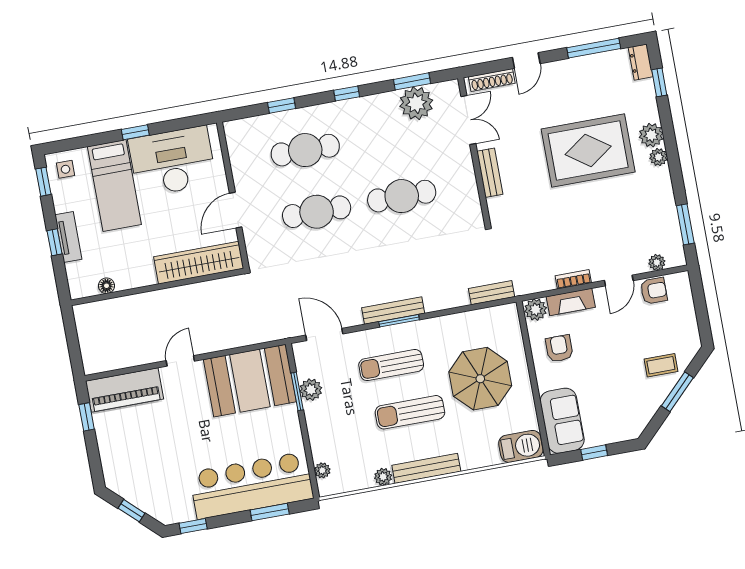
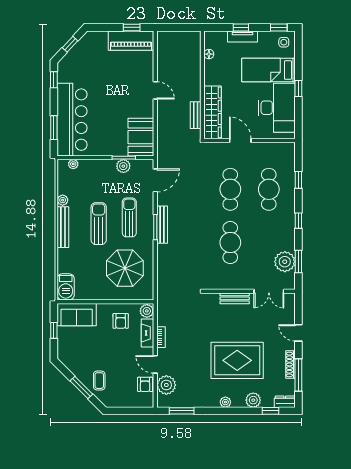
shoe rack: (492, 80) -> (290, 364), moved
plant: (651, 135) -> (253, 400), moved
rug: (588, 150) -> (237, 360), turned 90
plant: (657, 262) -> (166, 385), width x1.87, depth x1.87
bench: (492, 293) -> (196, 115), moved
armchair: (559, 348) -> (121, 321), turned 90
parasol: (480, 379) -> (125, 268), moved
booth: (250, 381) -> (141, 137), width x0.73, depth x0.70
piano: (125, 390) -> (131, 41), moved, turned -90

